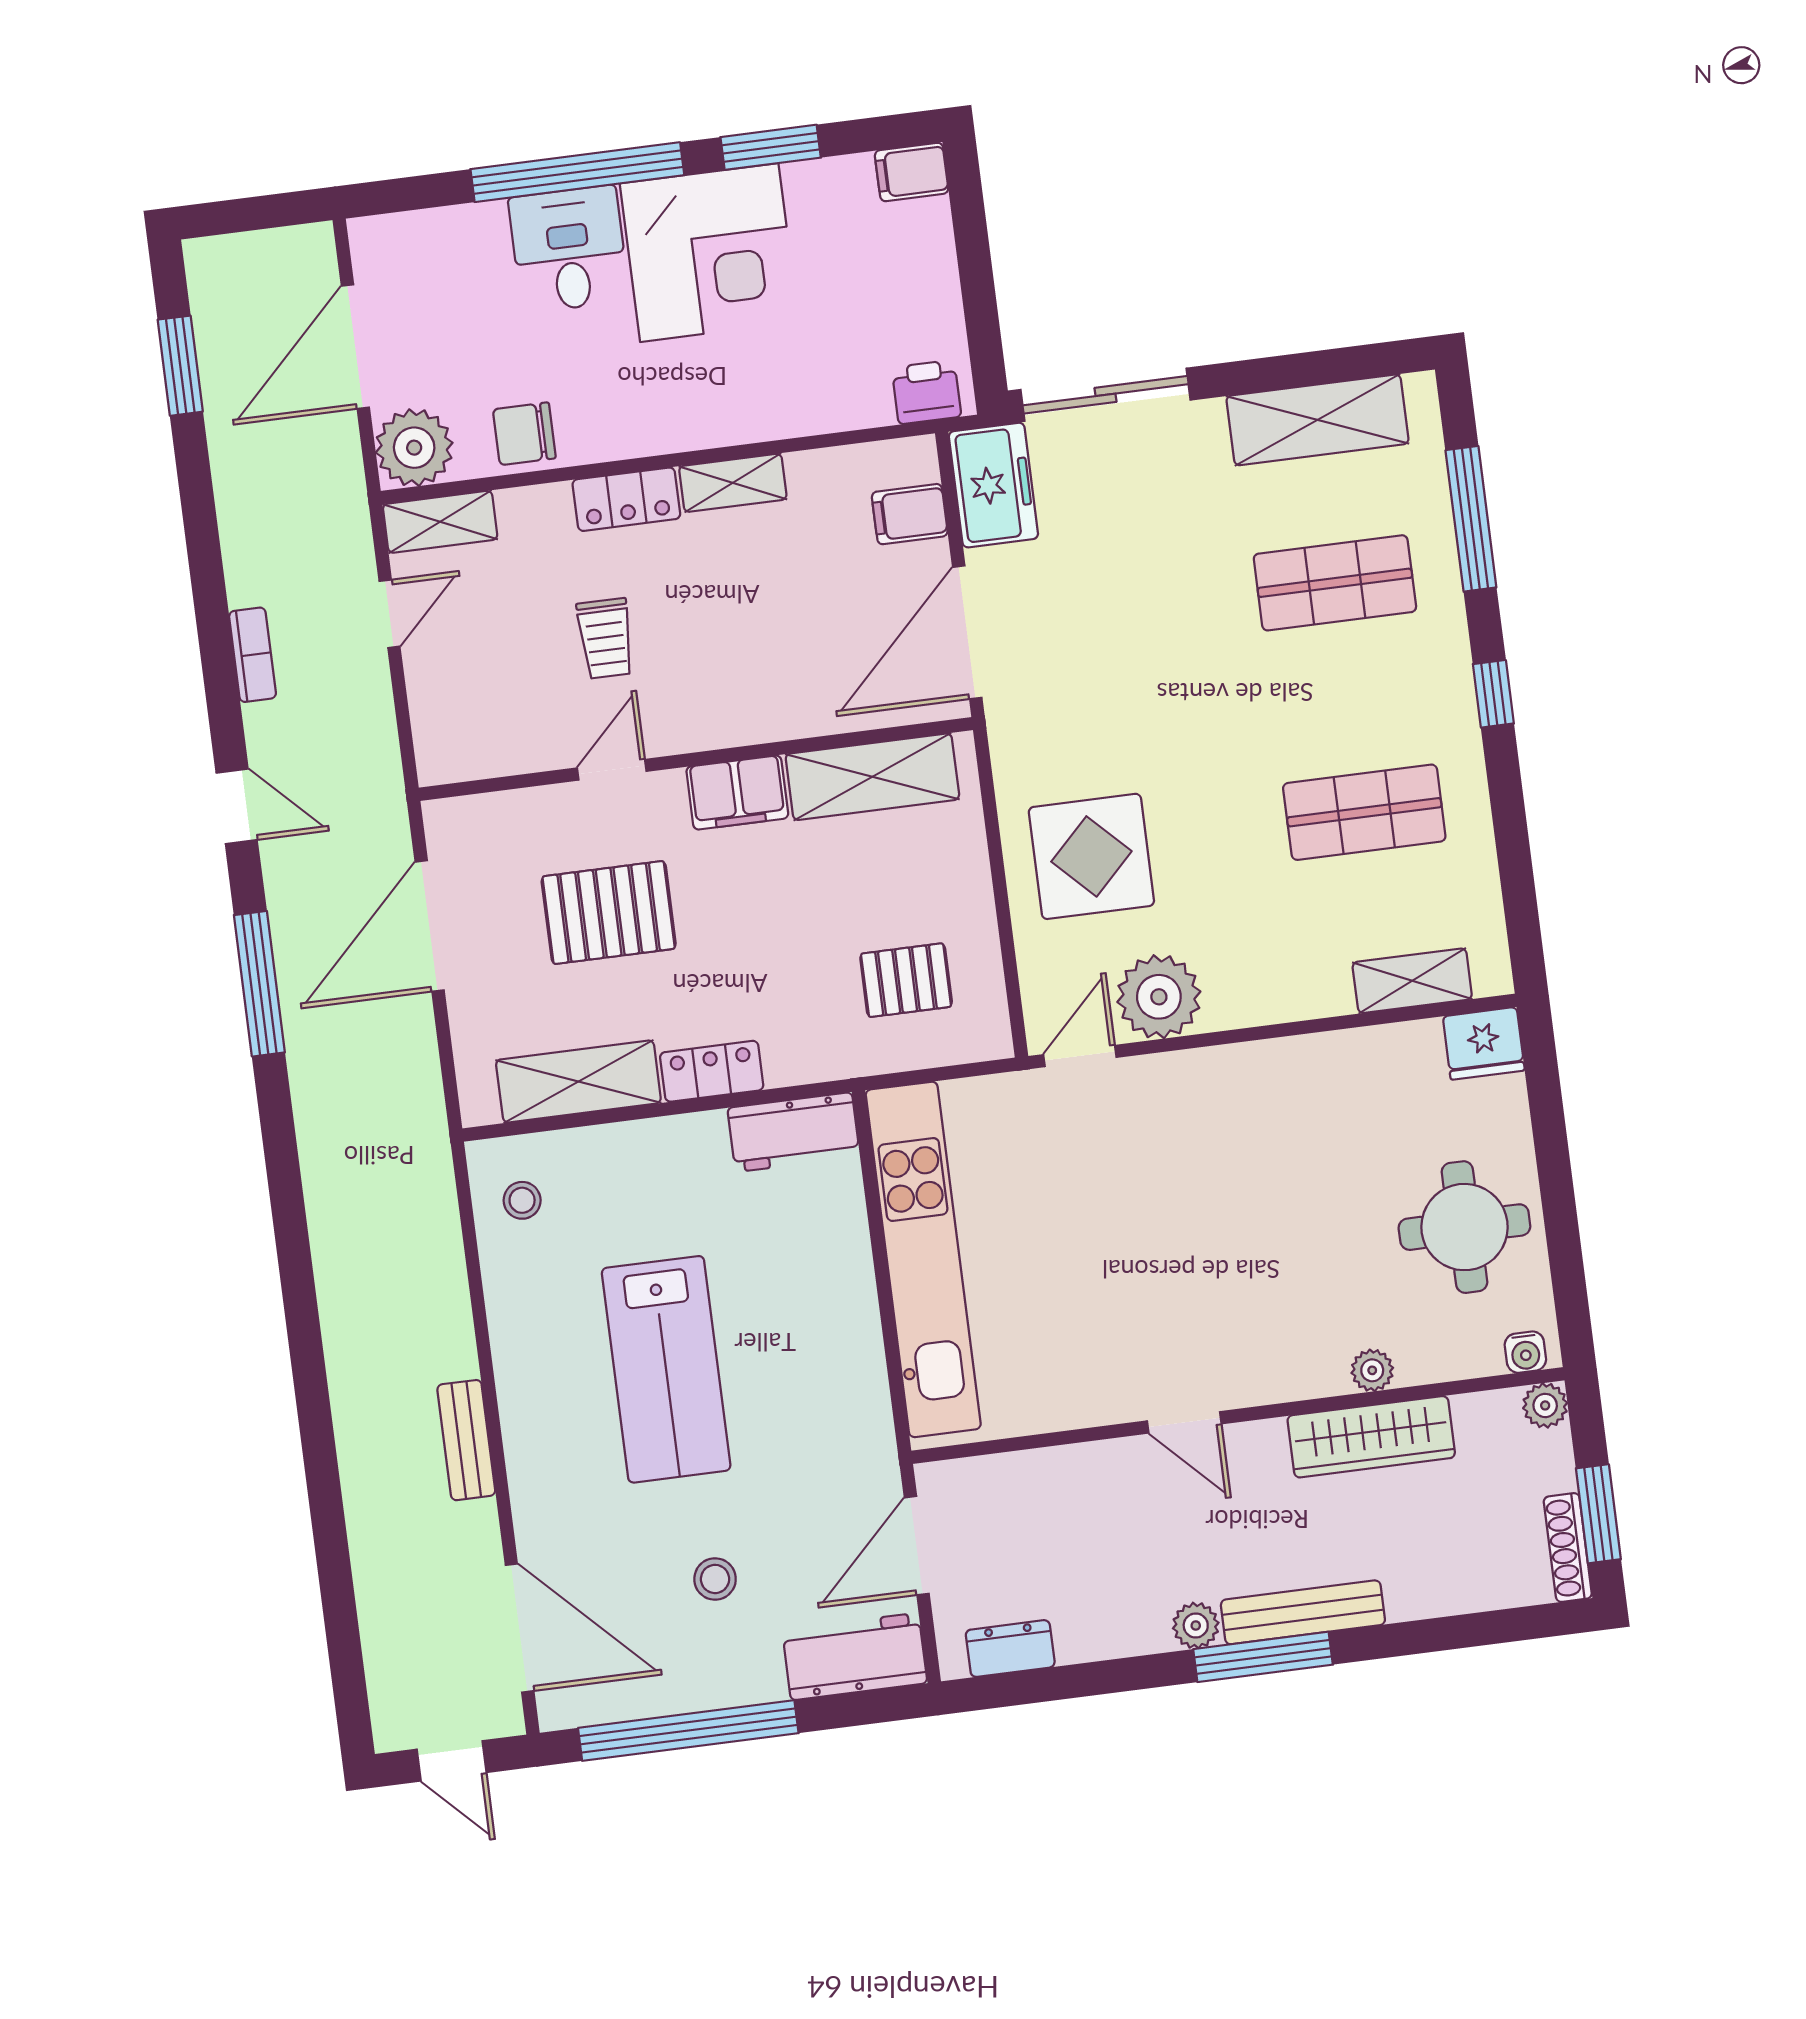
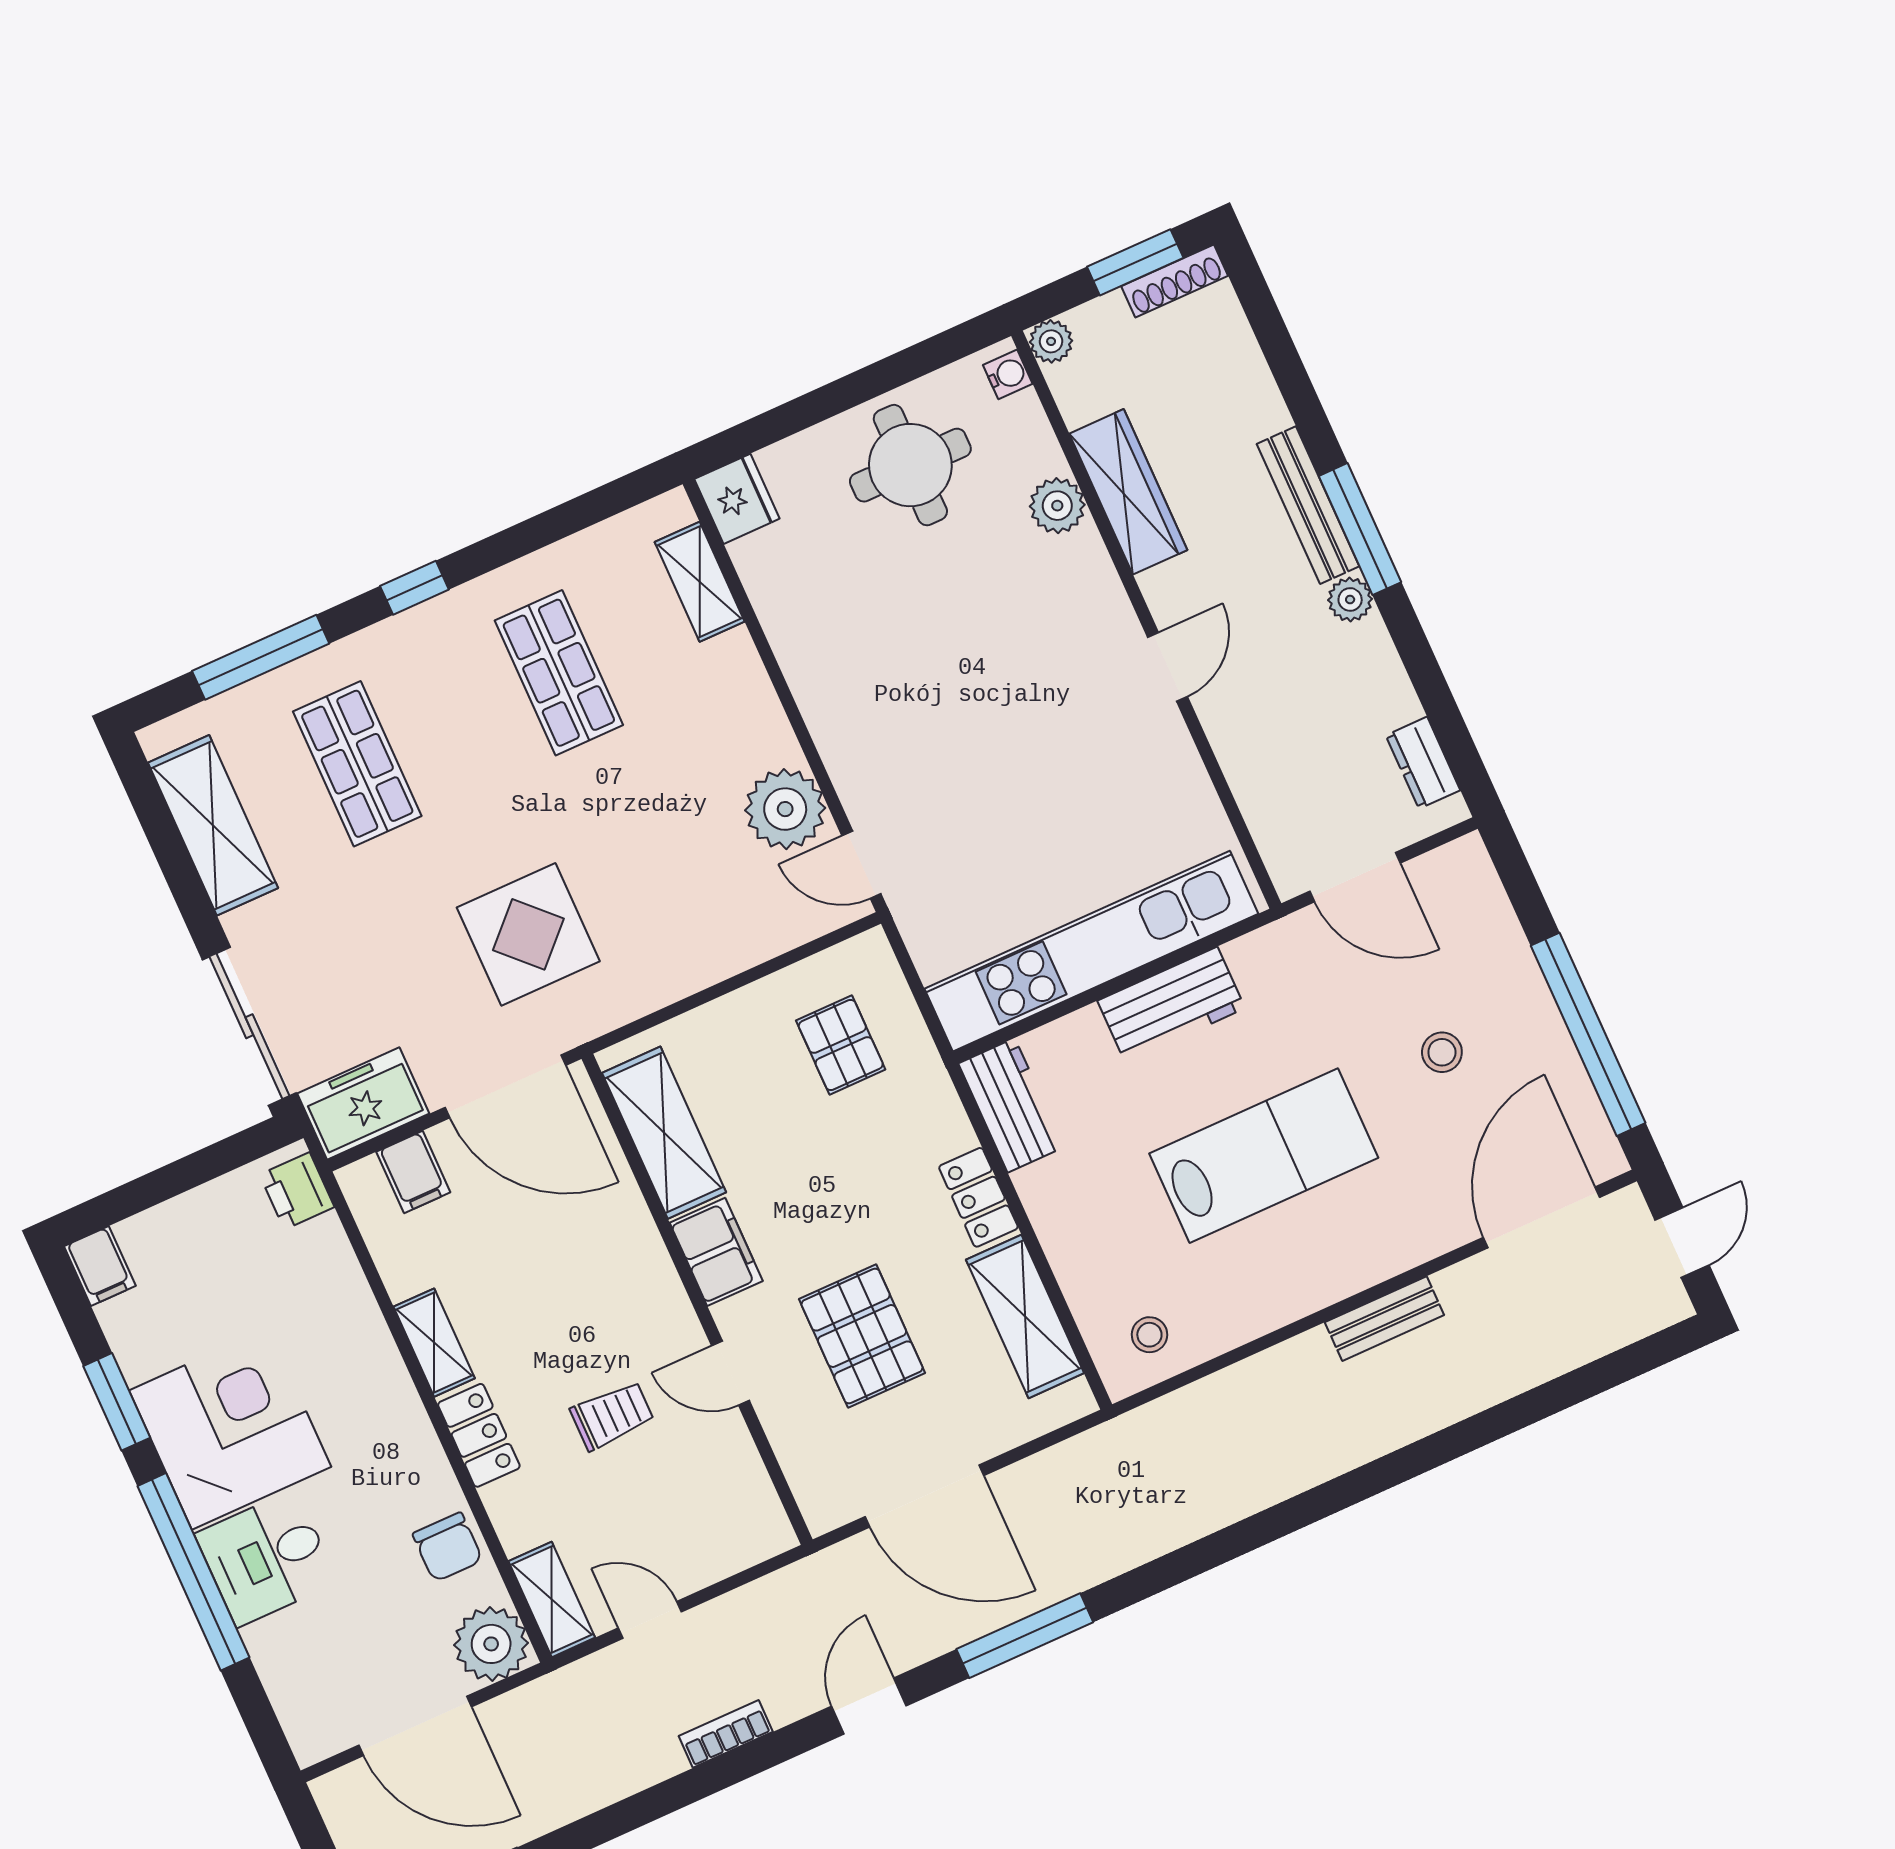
display table: (1091, 856) -> (528, 934), moved
plant: (1372, 1370) -> (1057, 506), width x1.38, depth x1.38
workbench: (855, 1657) -> (1171, 1004), moved, turned -90

